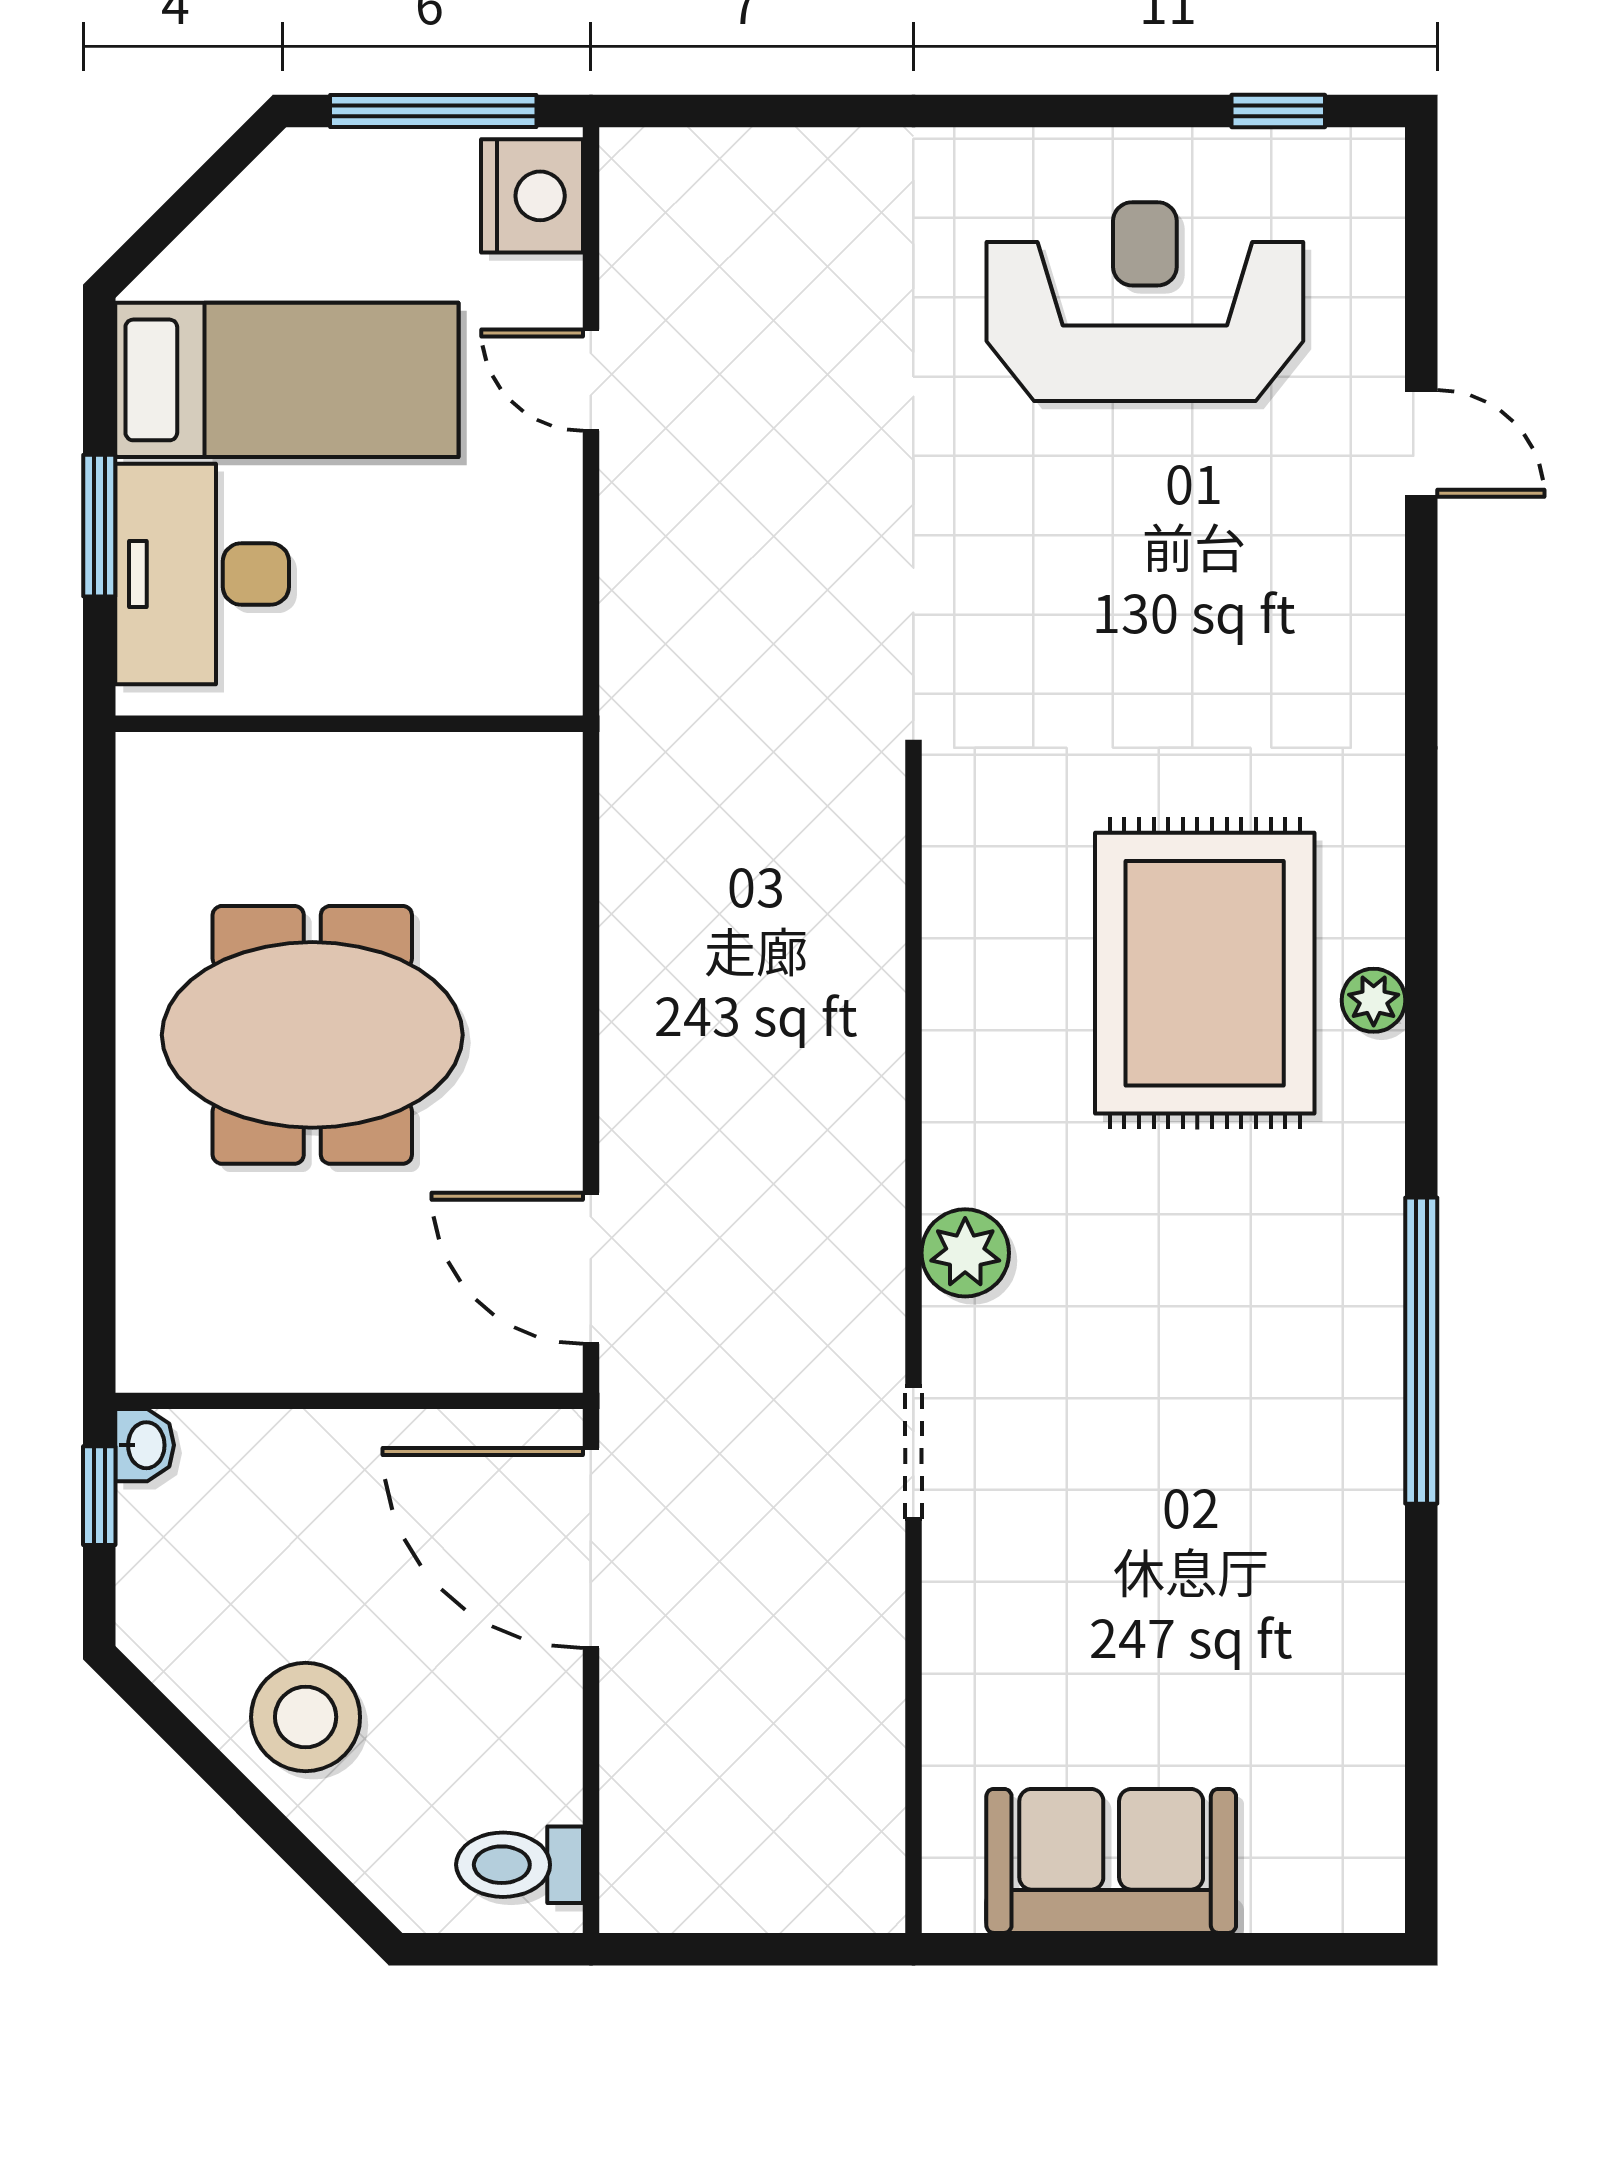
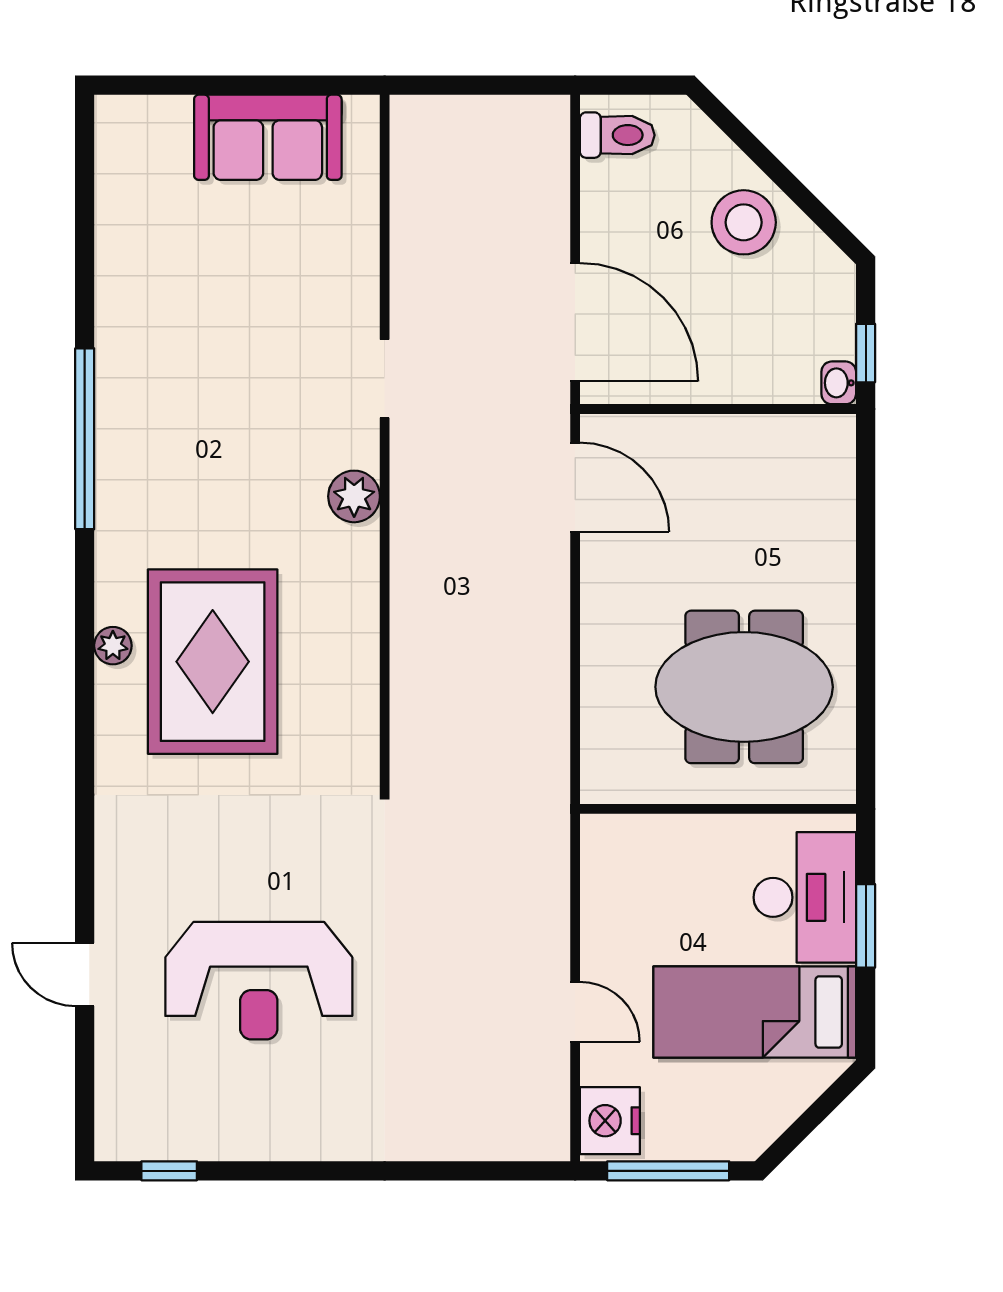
reception desk: (1145, 302) -> (259, 981), moved
meeting table: (312, 1035) -> (744, 687), moved

